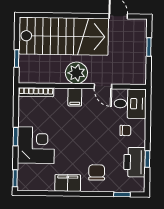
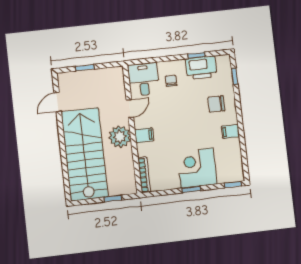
filing cabinet: (68, 183) -> (230, 131), width x0.50

